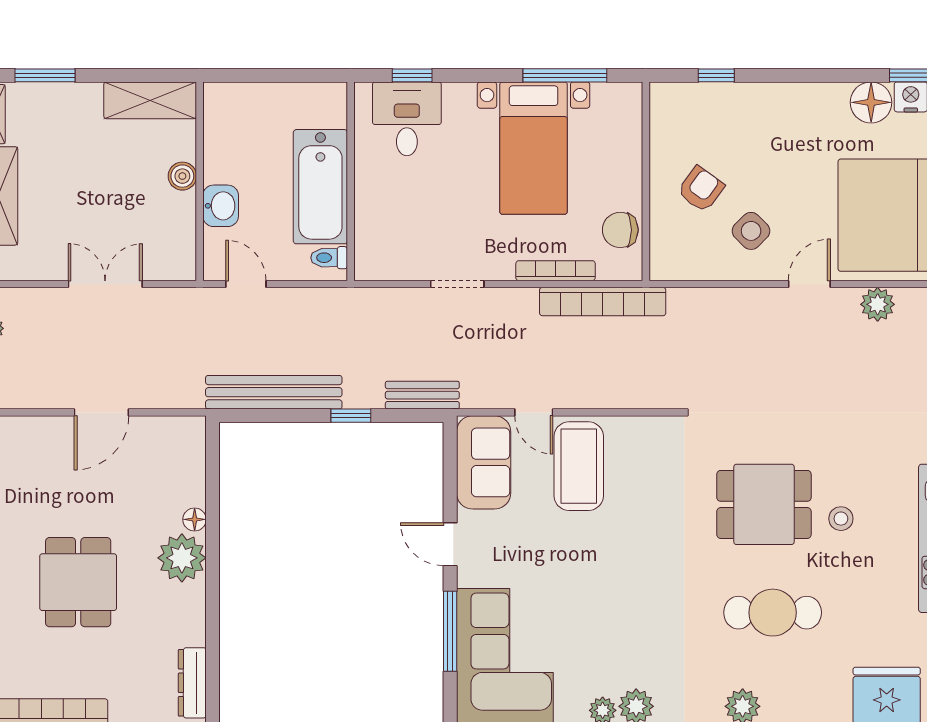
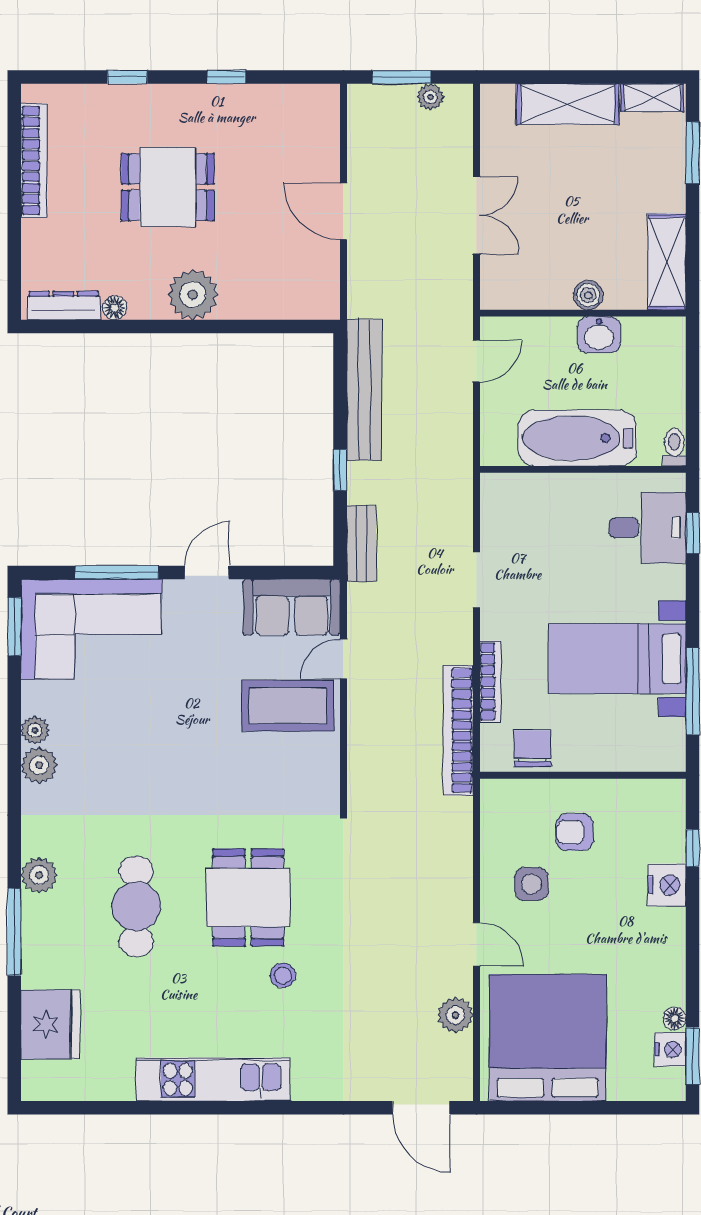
nightstand: (752, 100) -> (667, 885), added
floor lamp: (871, 102) -> (675, 1018), width x0.53, depth x0.53
armchair: (701, 189) -> (575, 832), turned 144
washbasin: (221, 206) -> (599, 335), moved
side table: (751, 231) -> (531, 884), turned 45
toilet: (329, 258) -> (674, 447), moved
floor lamp: (195, 519) -> (115, 308), moved
stool: (841, 519) -> (283, 975), moved

